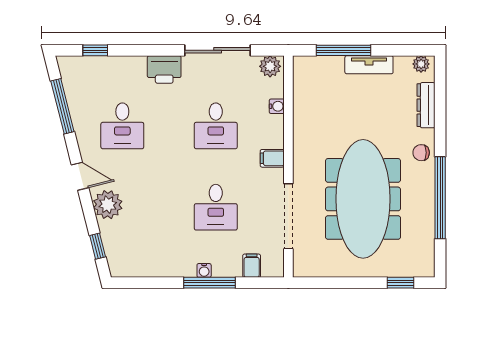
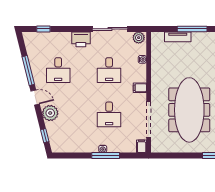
window: (344, 50) -> (192, 29), moved
tv unit: (369, 65) -> (178, 37), moved
window: (62, 106) -> (28, 70), moved
filing cabinet: (252, 266) -> (142, 146), moved

